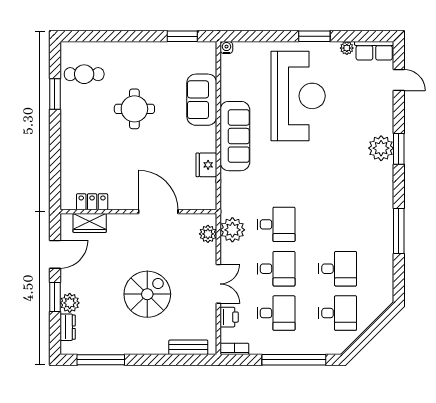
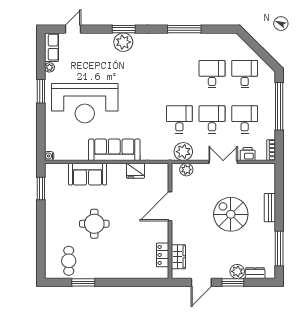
reception desk: (298, 96) -> (85, 103), turned 180
door: (55, 254) -> (201, 282), swing flipped
bench: (188, 347) -> (270, 208), moved

